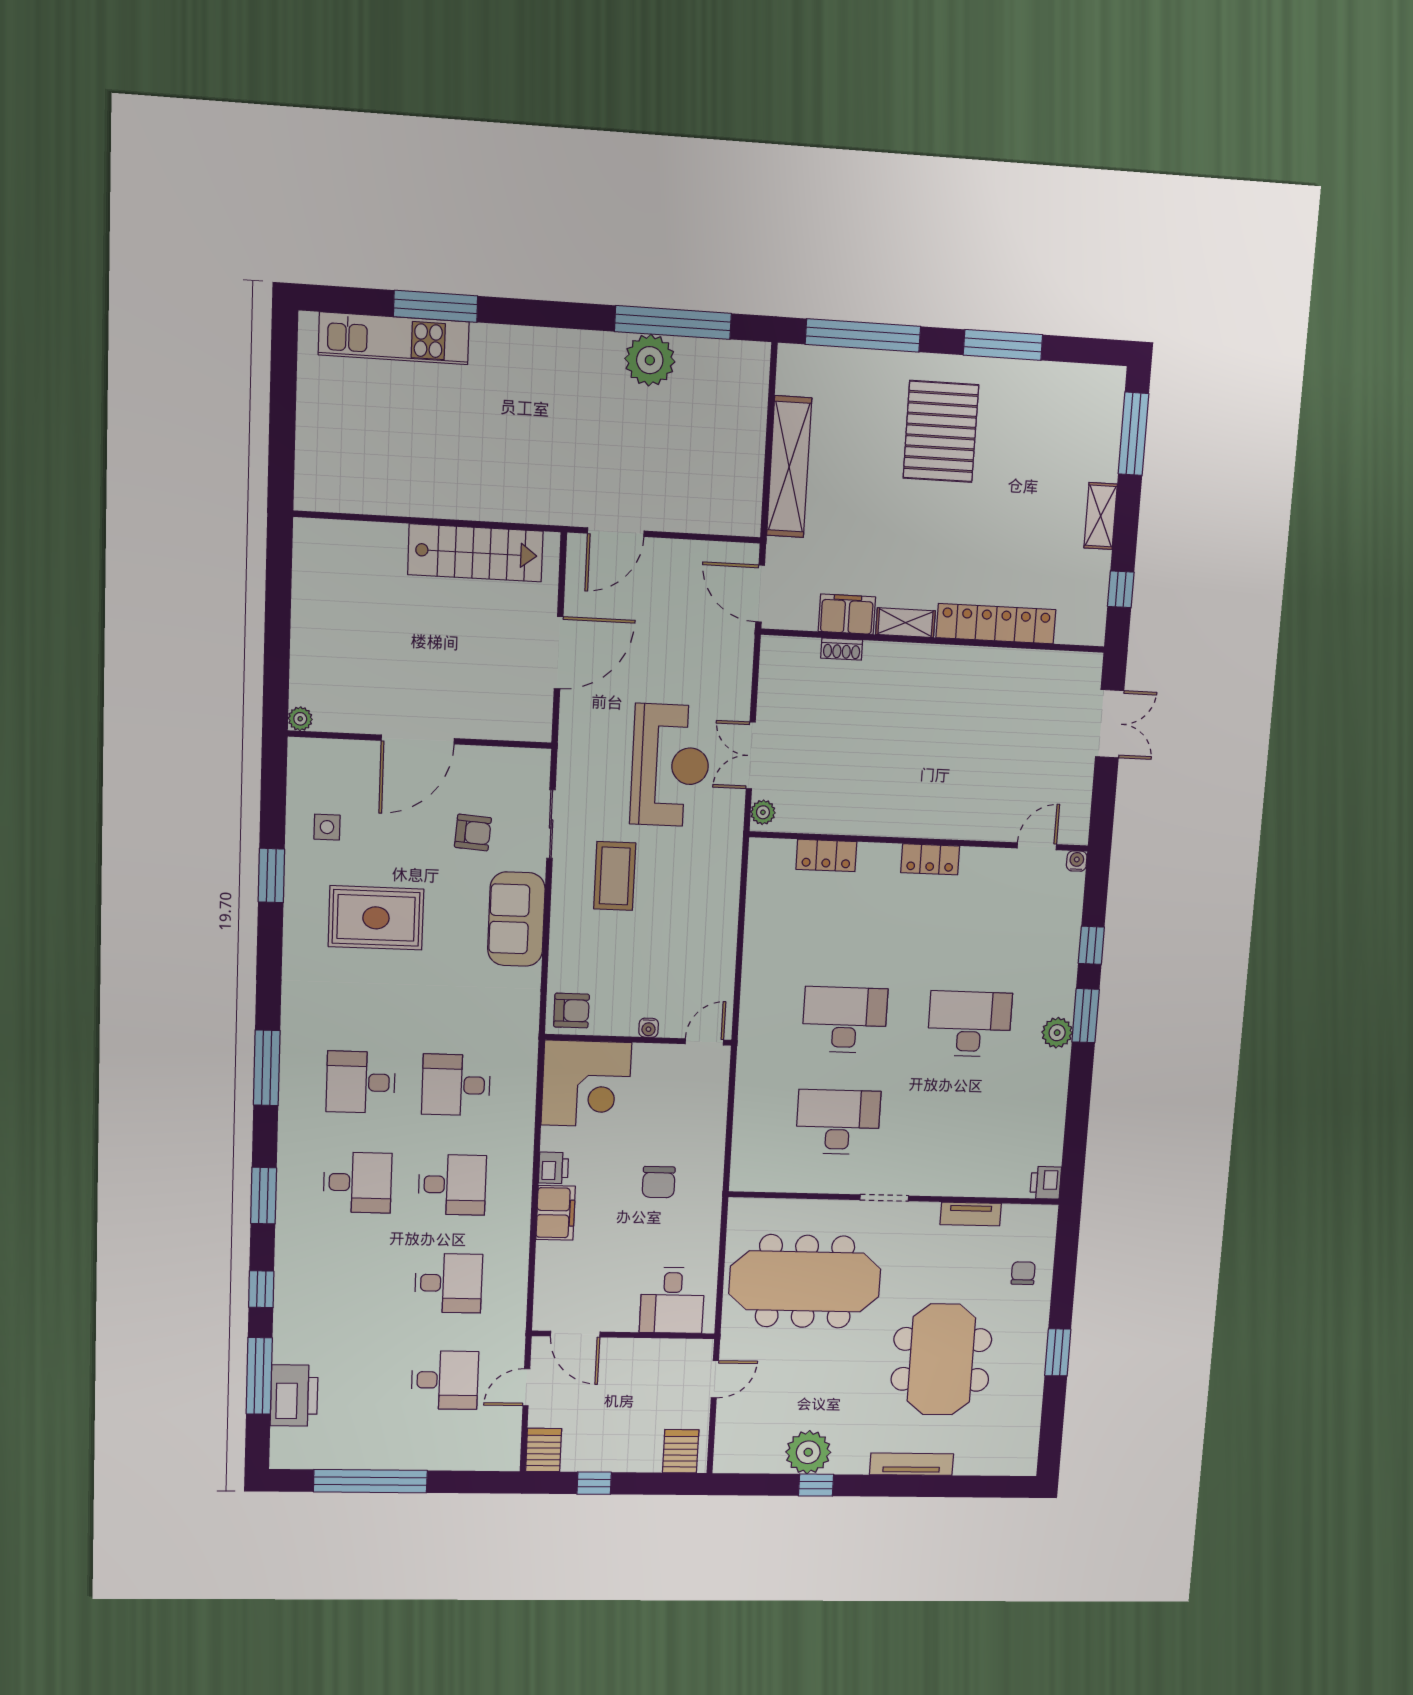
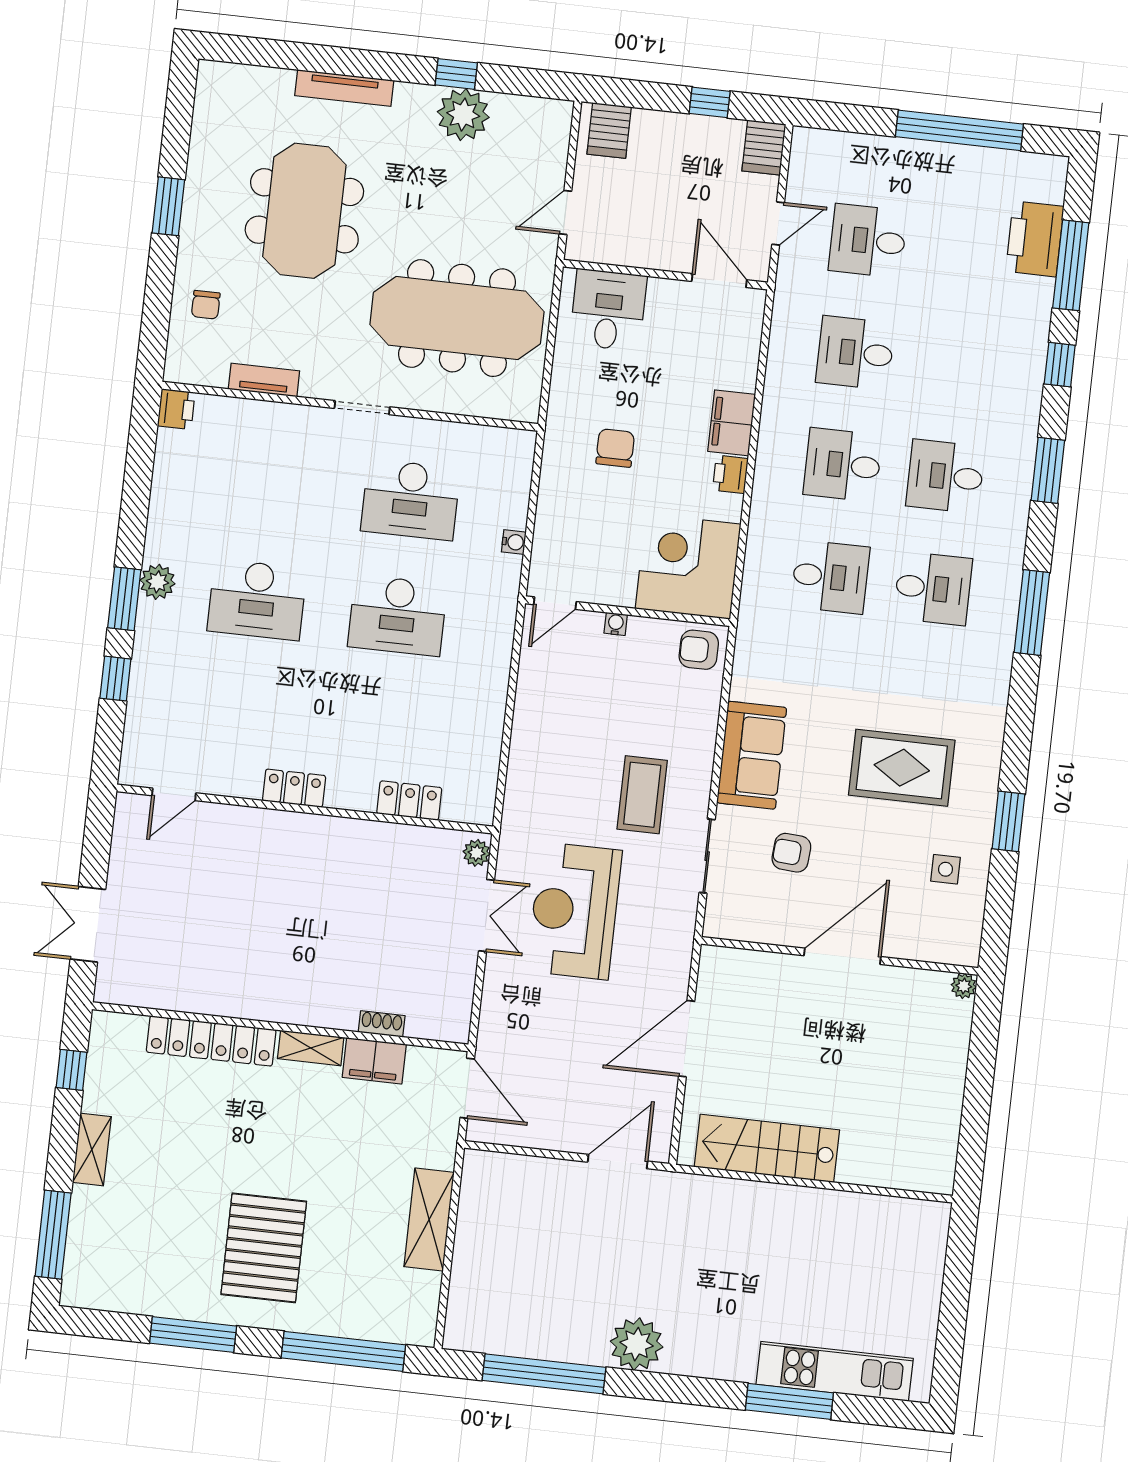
plant: (650, 360) -> (637, 1344), moved
shelving: (789, 467) -> (429, 1220), width x0.68
water cooler: (1077, 861) -> (514, 542), moved, turned -90

